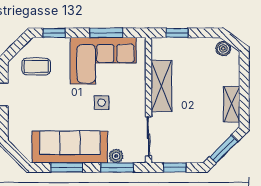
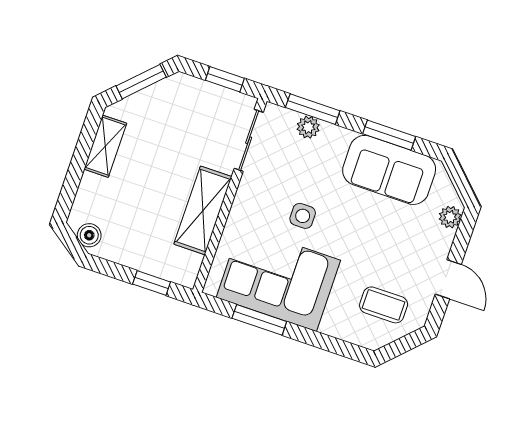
window: (54, 33) -> (339, 347), removed
plant: (15, 132) -> (450, 217), added
sofa: (70, 147) -> (389, 170), width x0.73

